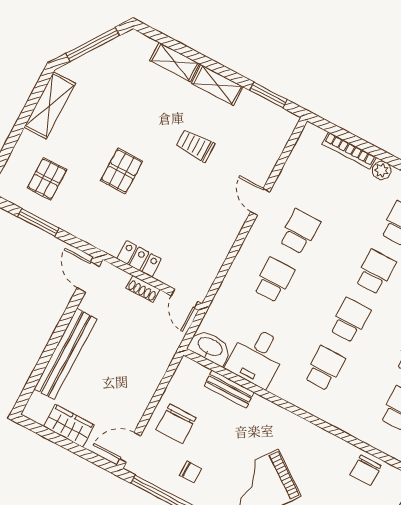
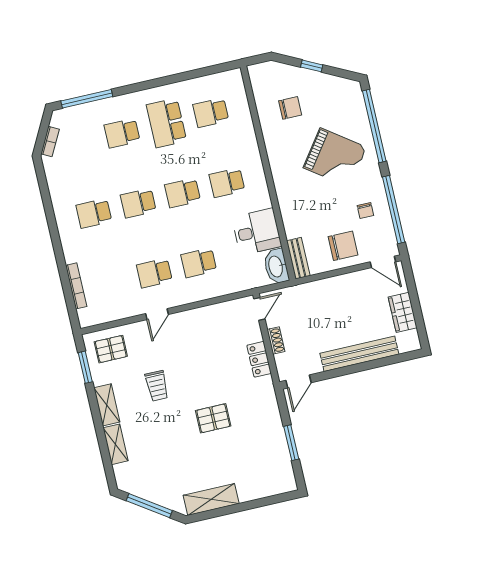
plant: (382, 170) -> (71, 255), removed
pallet: (47, 179) -> (111, 349), moved
bench: (229, 389) -> (298, 258), moved
chair: (366, 470) -> (290, 108), moved
chair: (190, 472) -> (365, 210), turned 180

